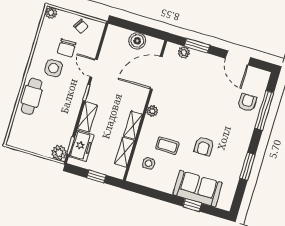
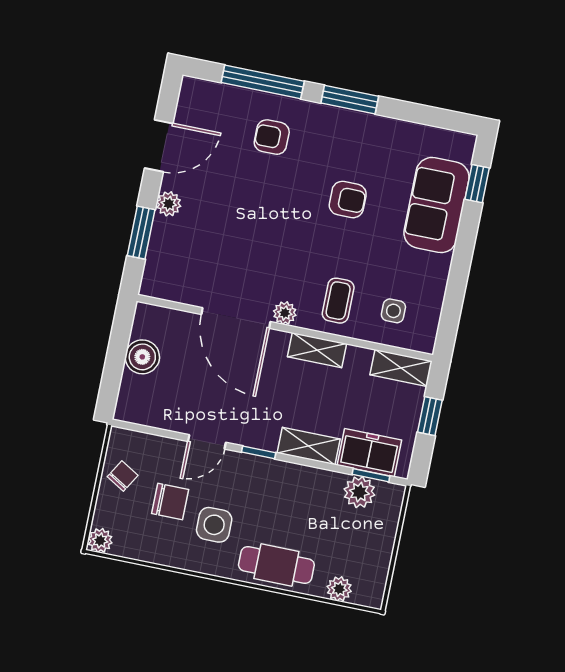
plant: (184, 52) -> (169, 204), moved
door: (156, 73) -> (236, 318), moved
armchair: (247, 103) -> (272, 137), moved
plant: (17, 125) -> (339, 589), added
coffee table: (167, 146) -> (338, 301), moved
shelving: (125, 152) -> (401, 368), moved
plant: (59, 153) -> (359, 492), moved
window: (247, 166) -> (350, 100), moved
window: (192, 205) -> (477, 184), moved

